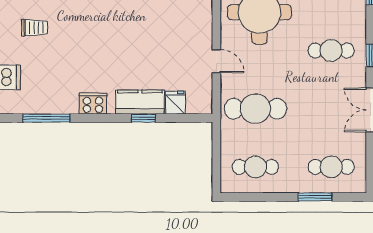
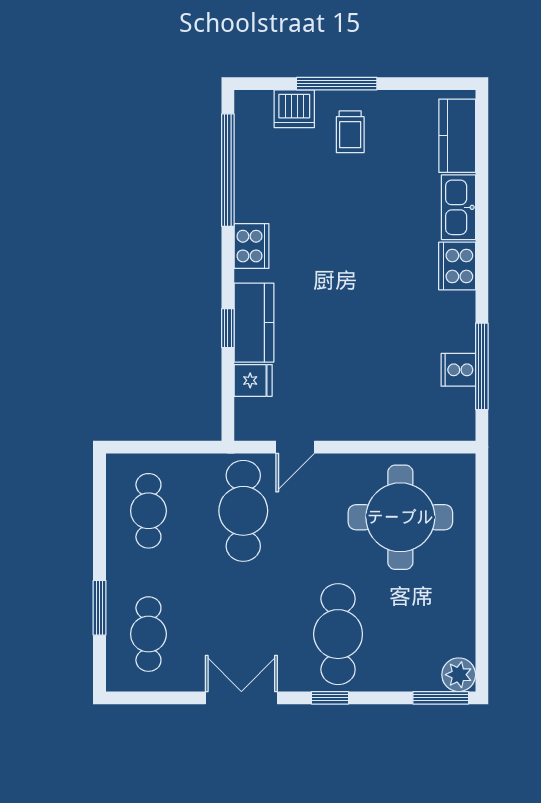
trolley: (35, 28) -> (350, 132), moved
cafe table: (331, 51) -> (338, 634), width x1.37, depth x1.35
door: (216, 61) -> (295, 447), moved
window: (46, 118) -> (228, 170), width x1.46

